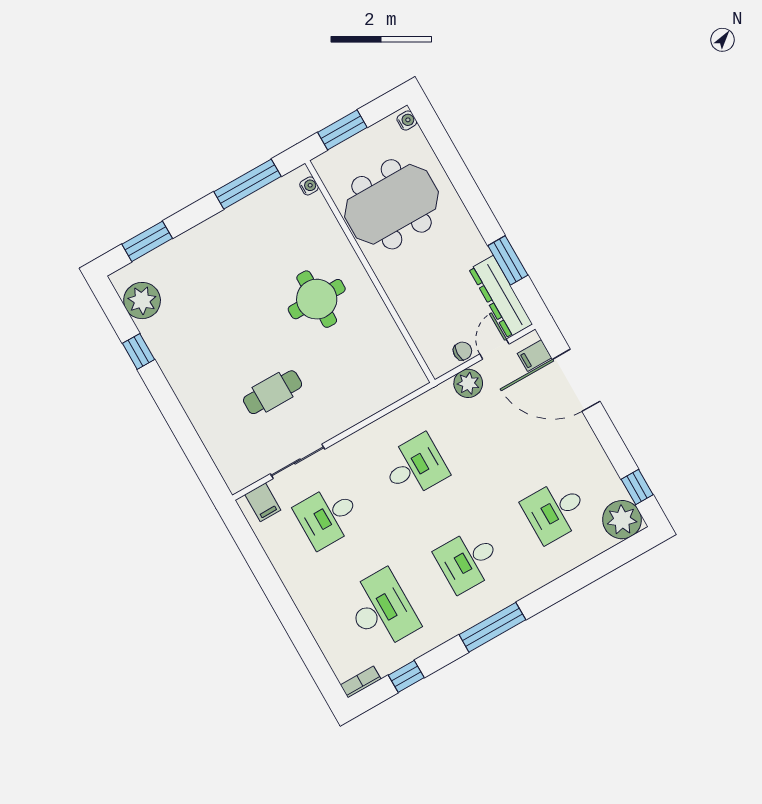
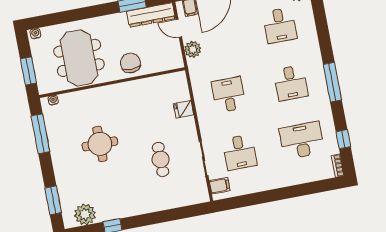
round table: (317, 299) -> (100, 144), moved
chair: (462, 351) -> (130, 63), moved, width x1.87, depth x1.87
fridge: (367, 402) -> (184, 109), added

